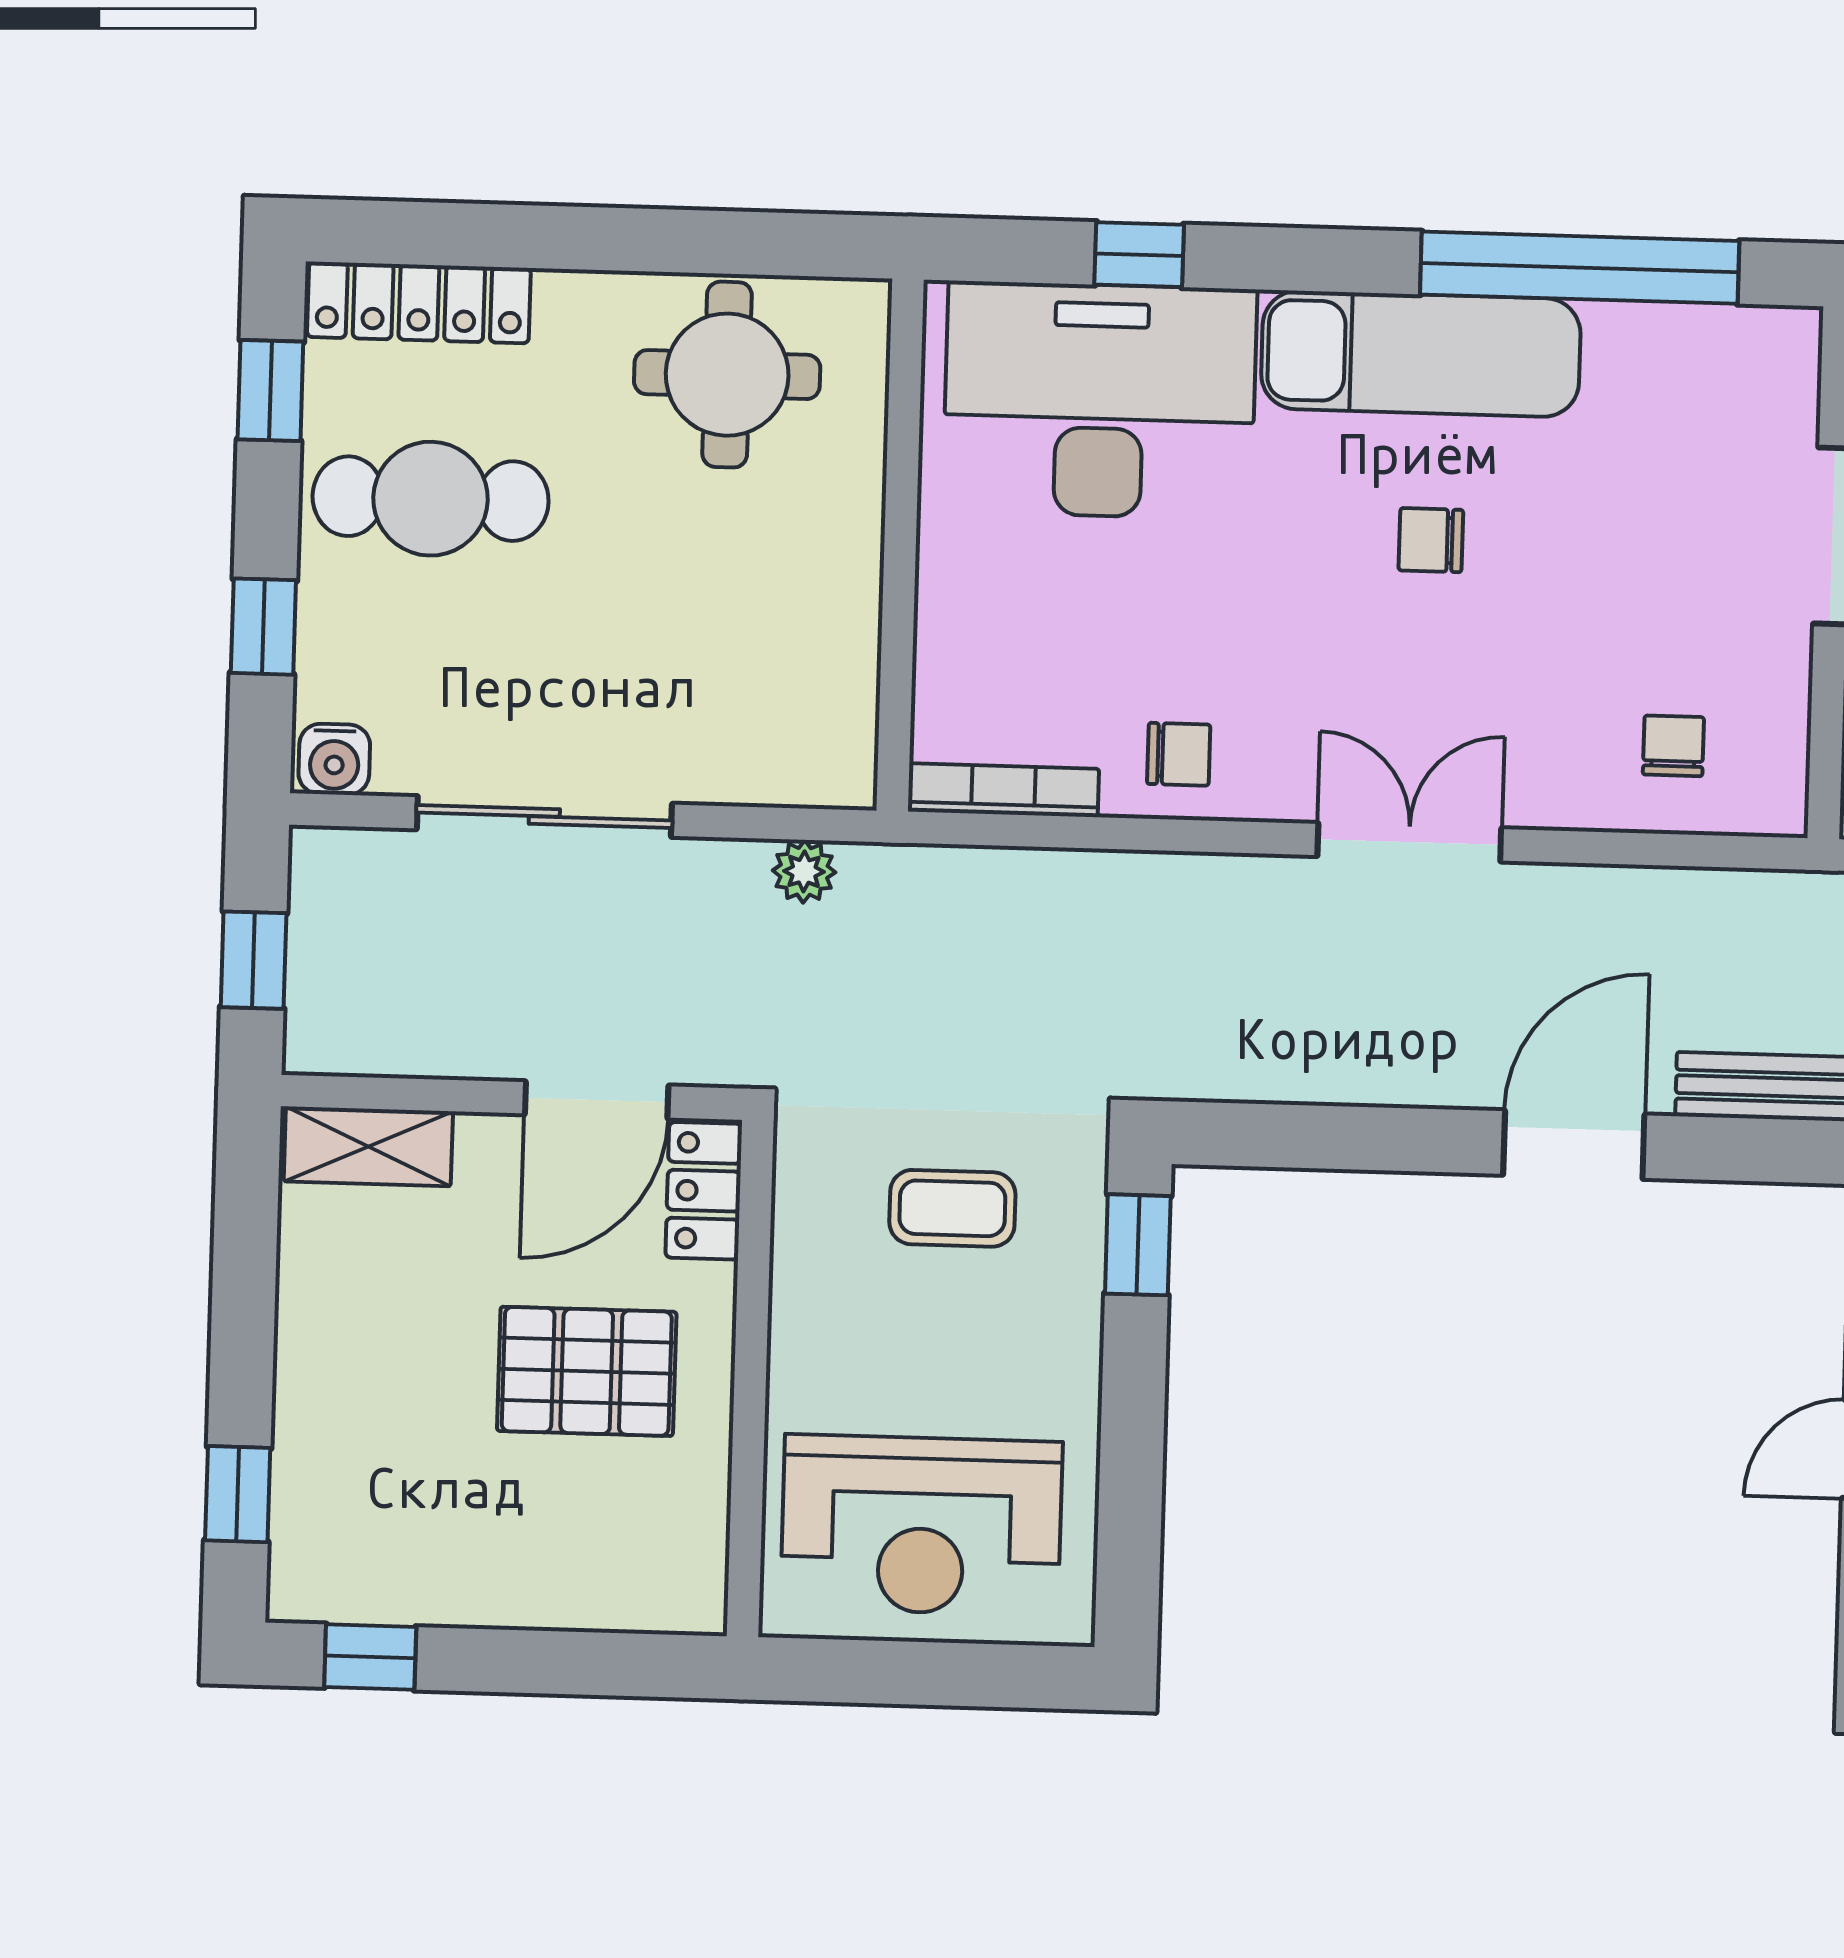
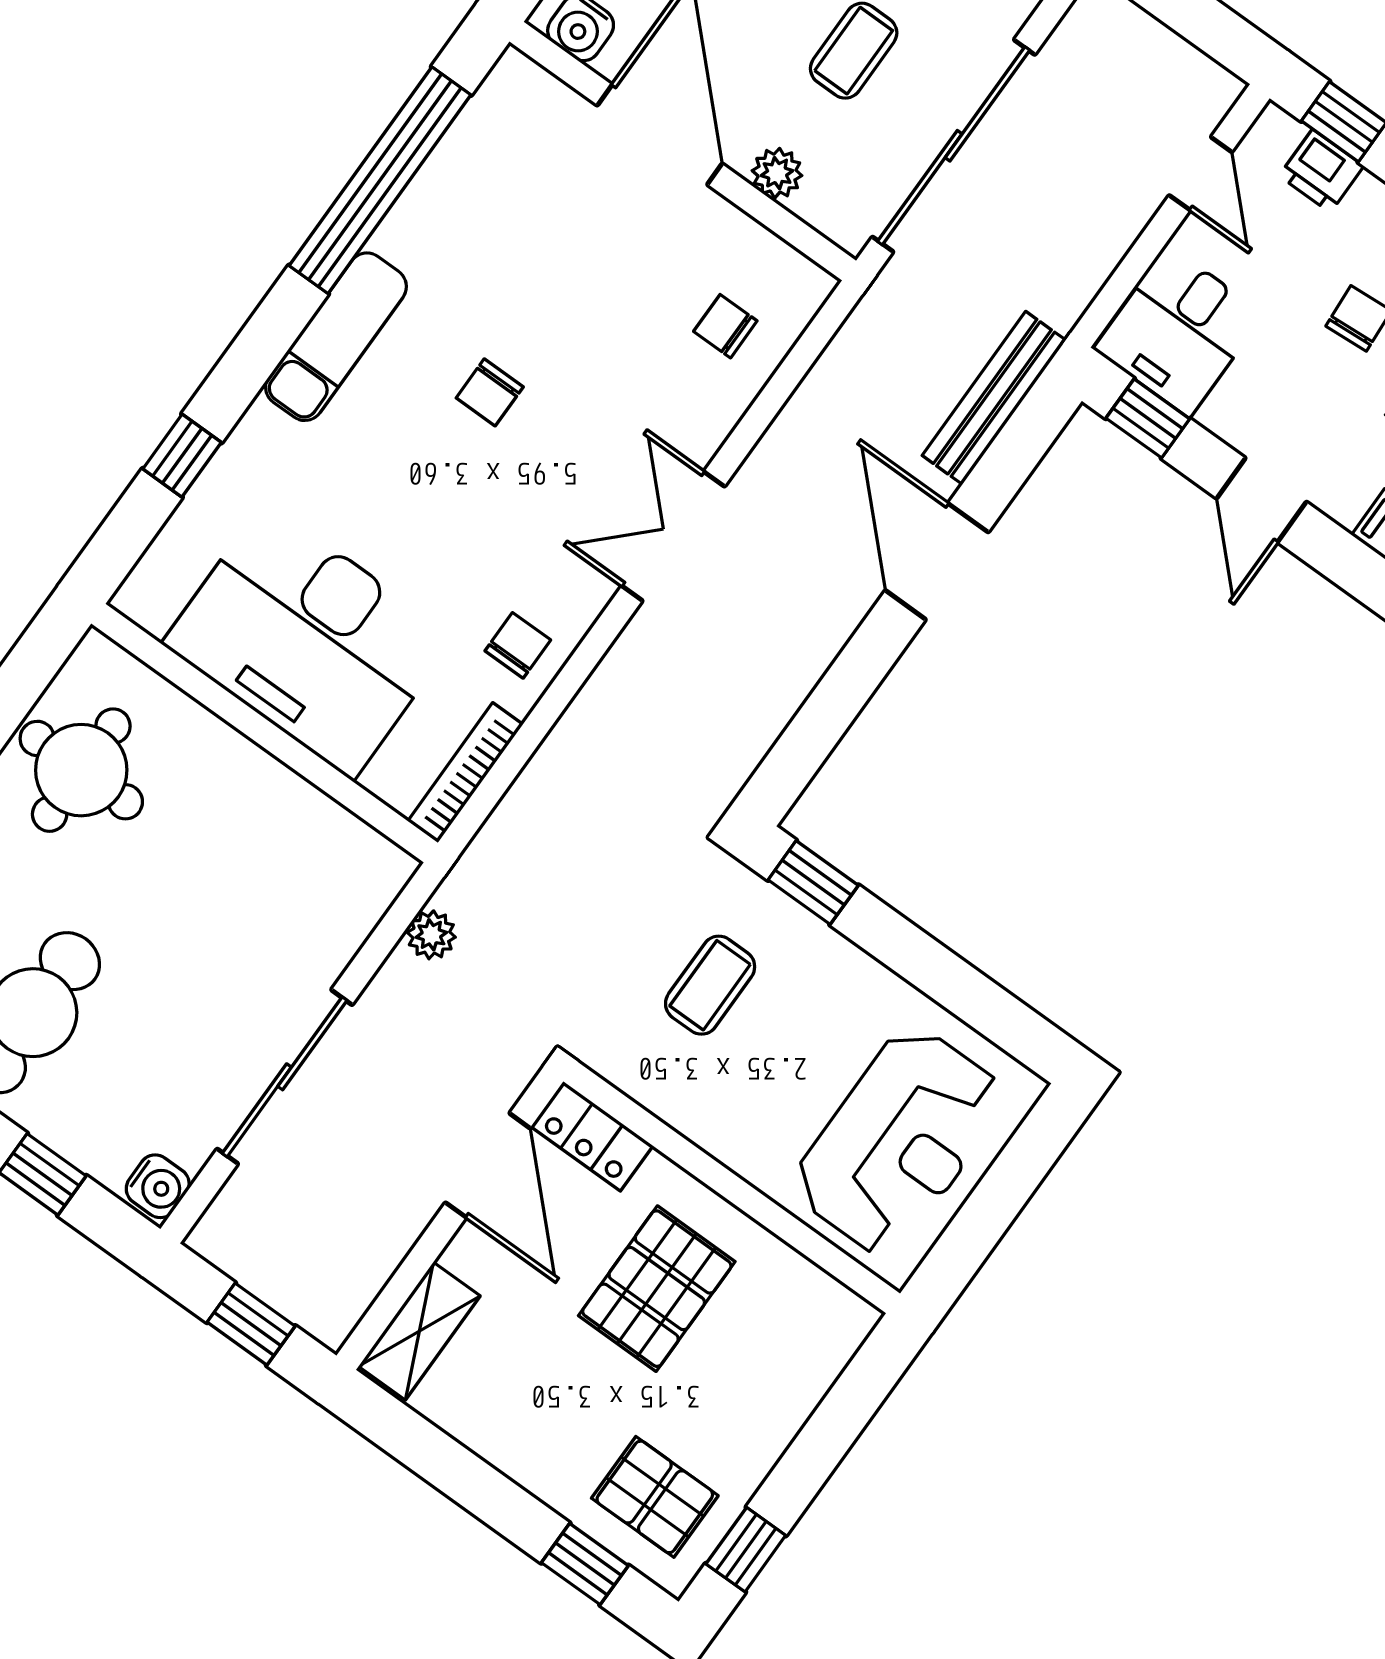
exam couch: (1421, 354) -> (336, 337), width x0.73, depth x0.69
desk: (1100, 400) -> (309, 640), moved, turned -90
pallet: (361, 1521) -> (655, 1497), added

